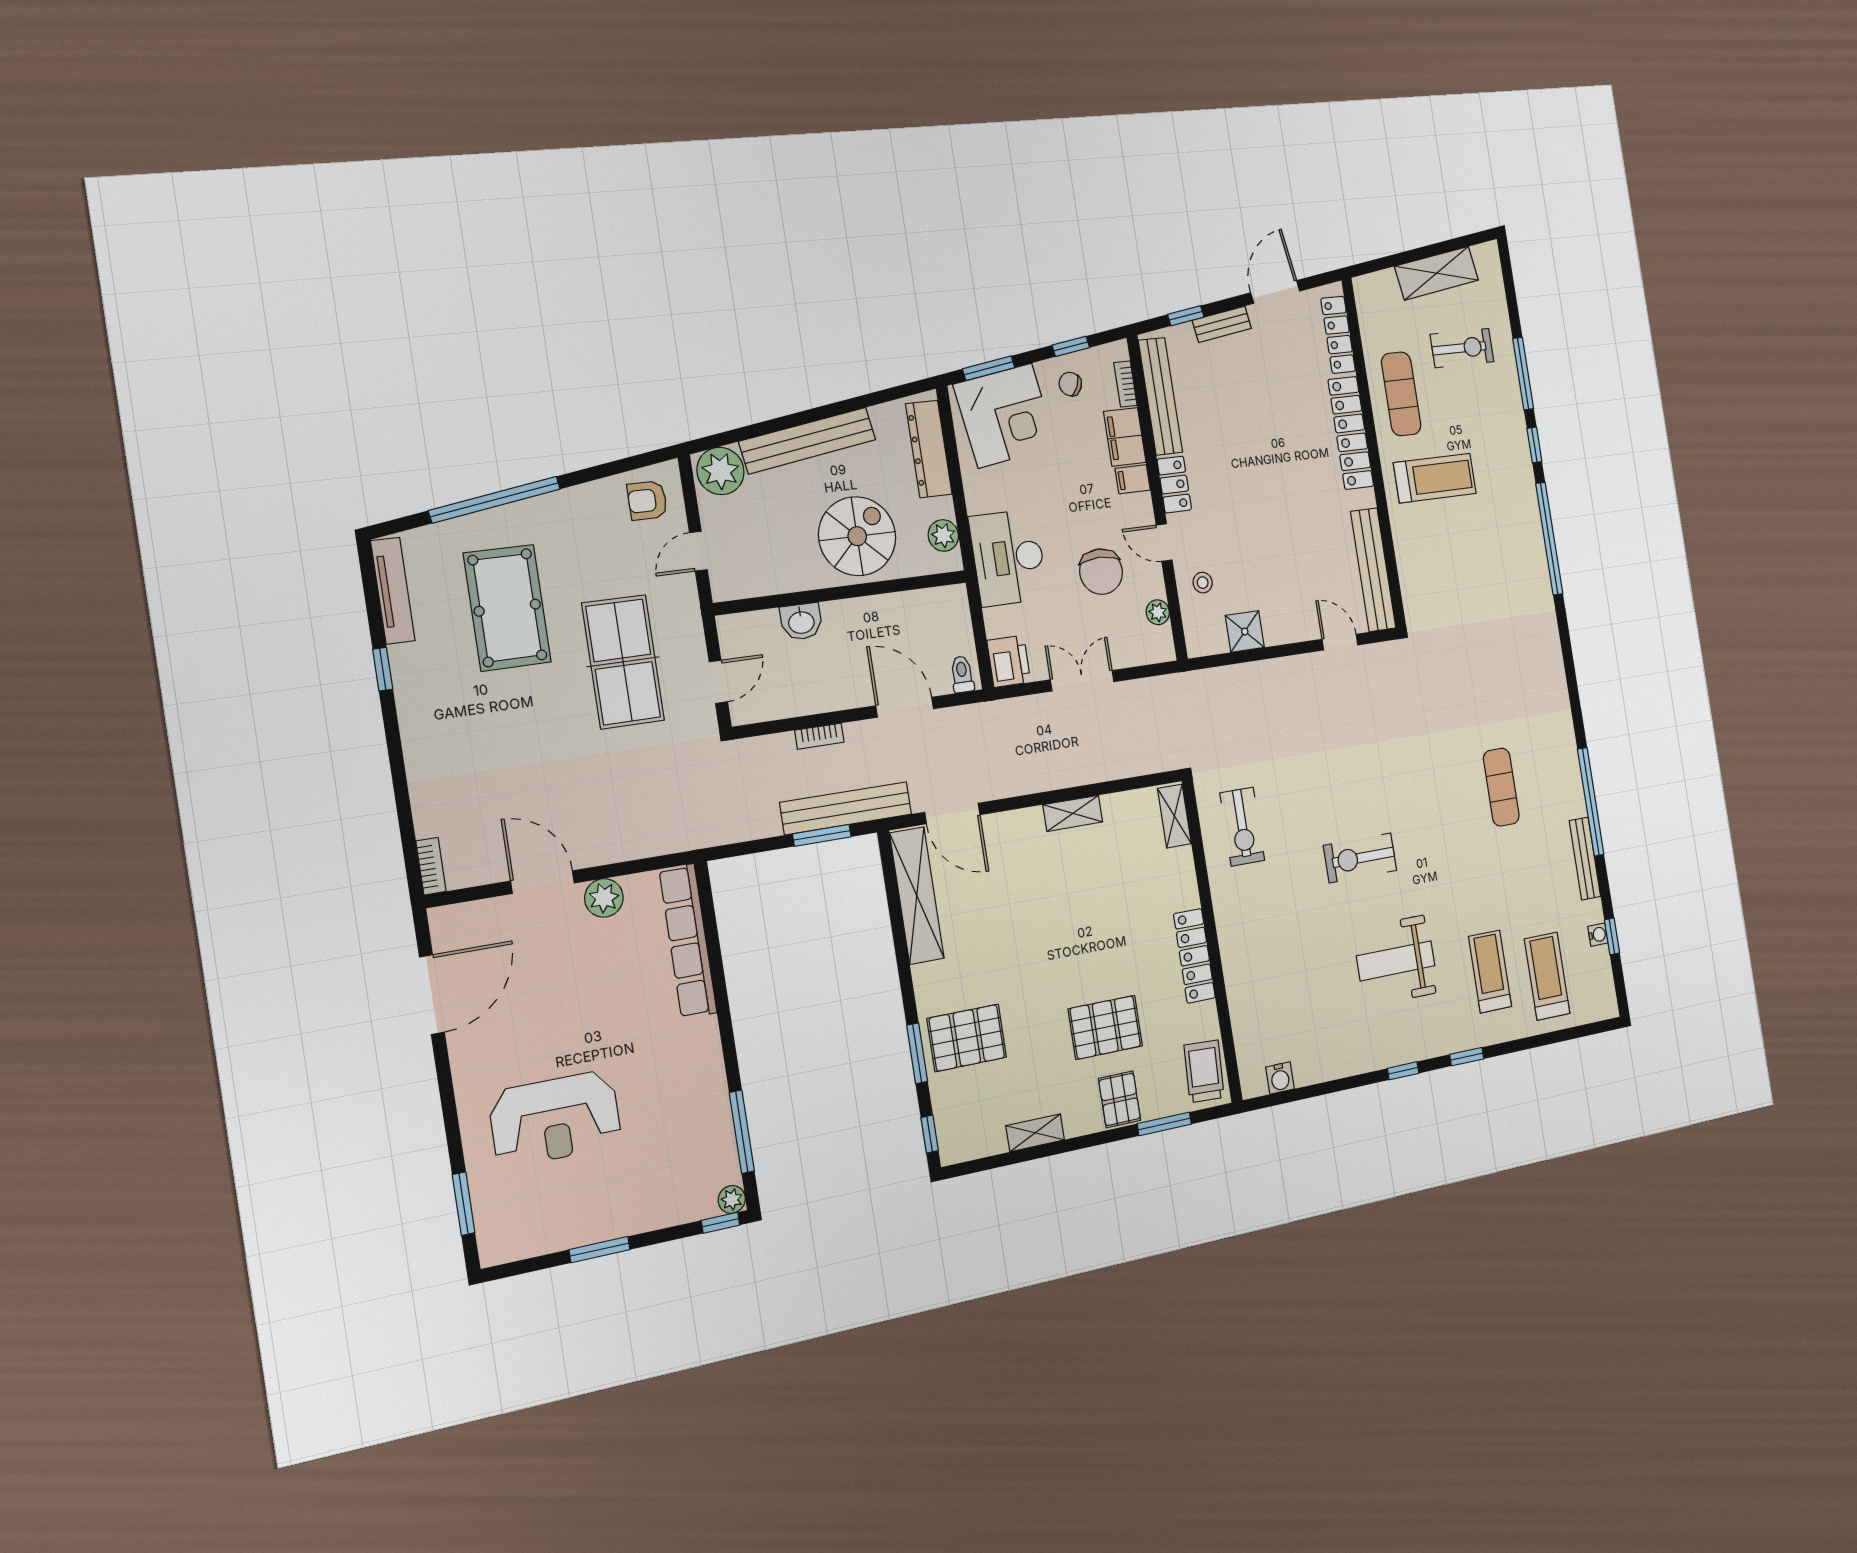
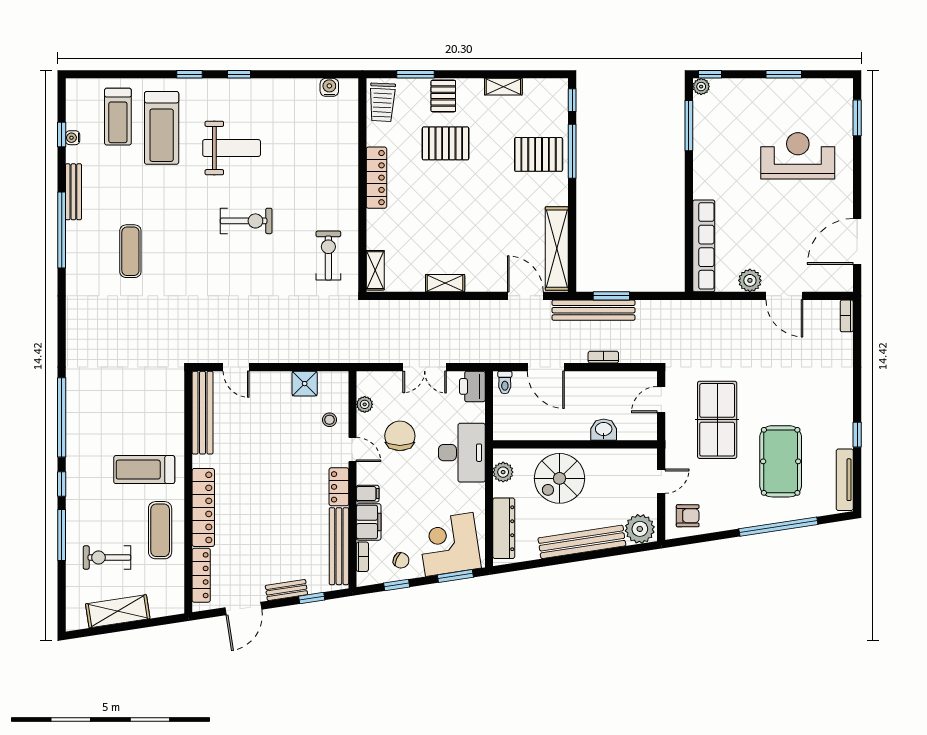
treadmill: (1490, 971) -> (162, 128), width x1.37, depth x1.38
window: (917, 1053) -> (572, 151), width x1.44

